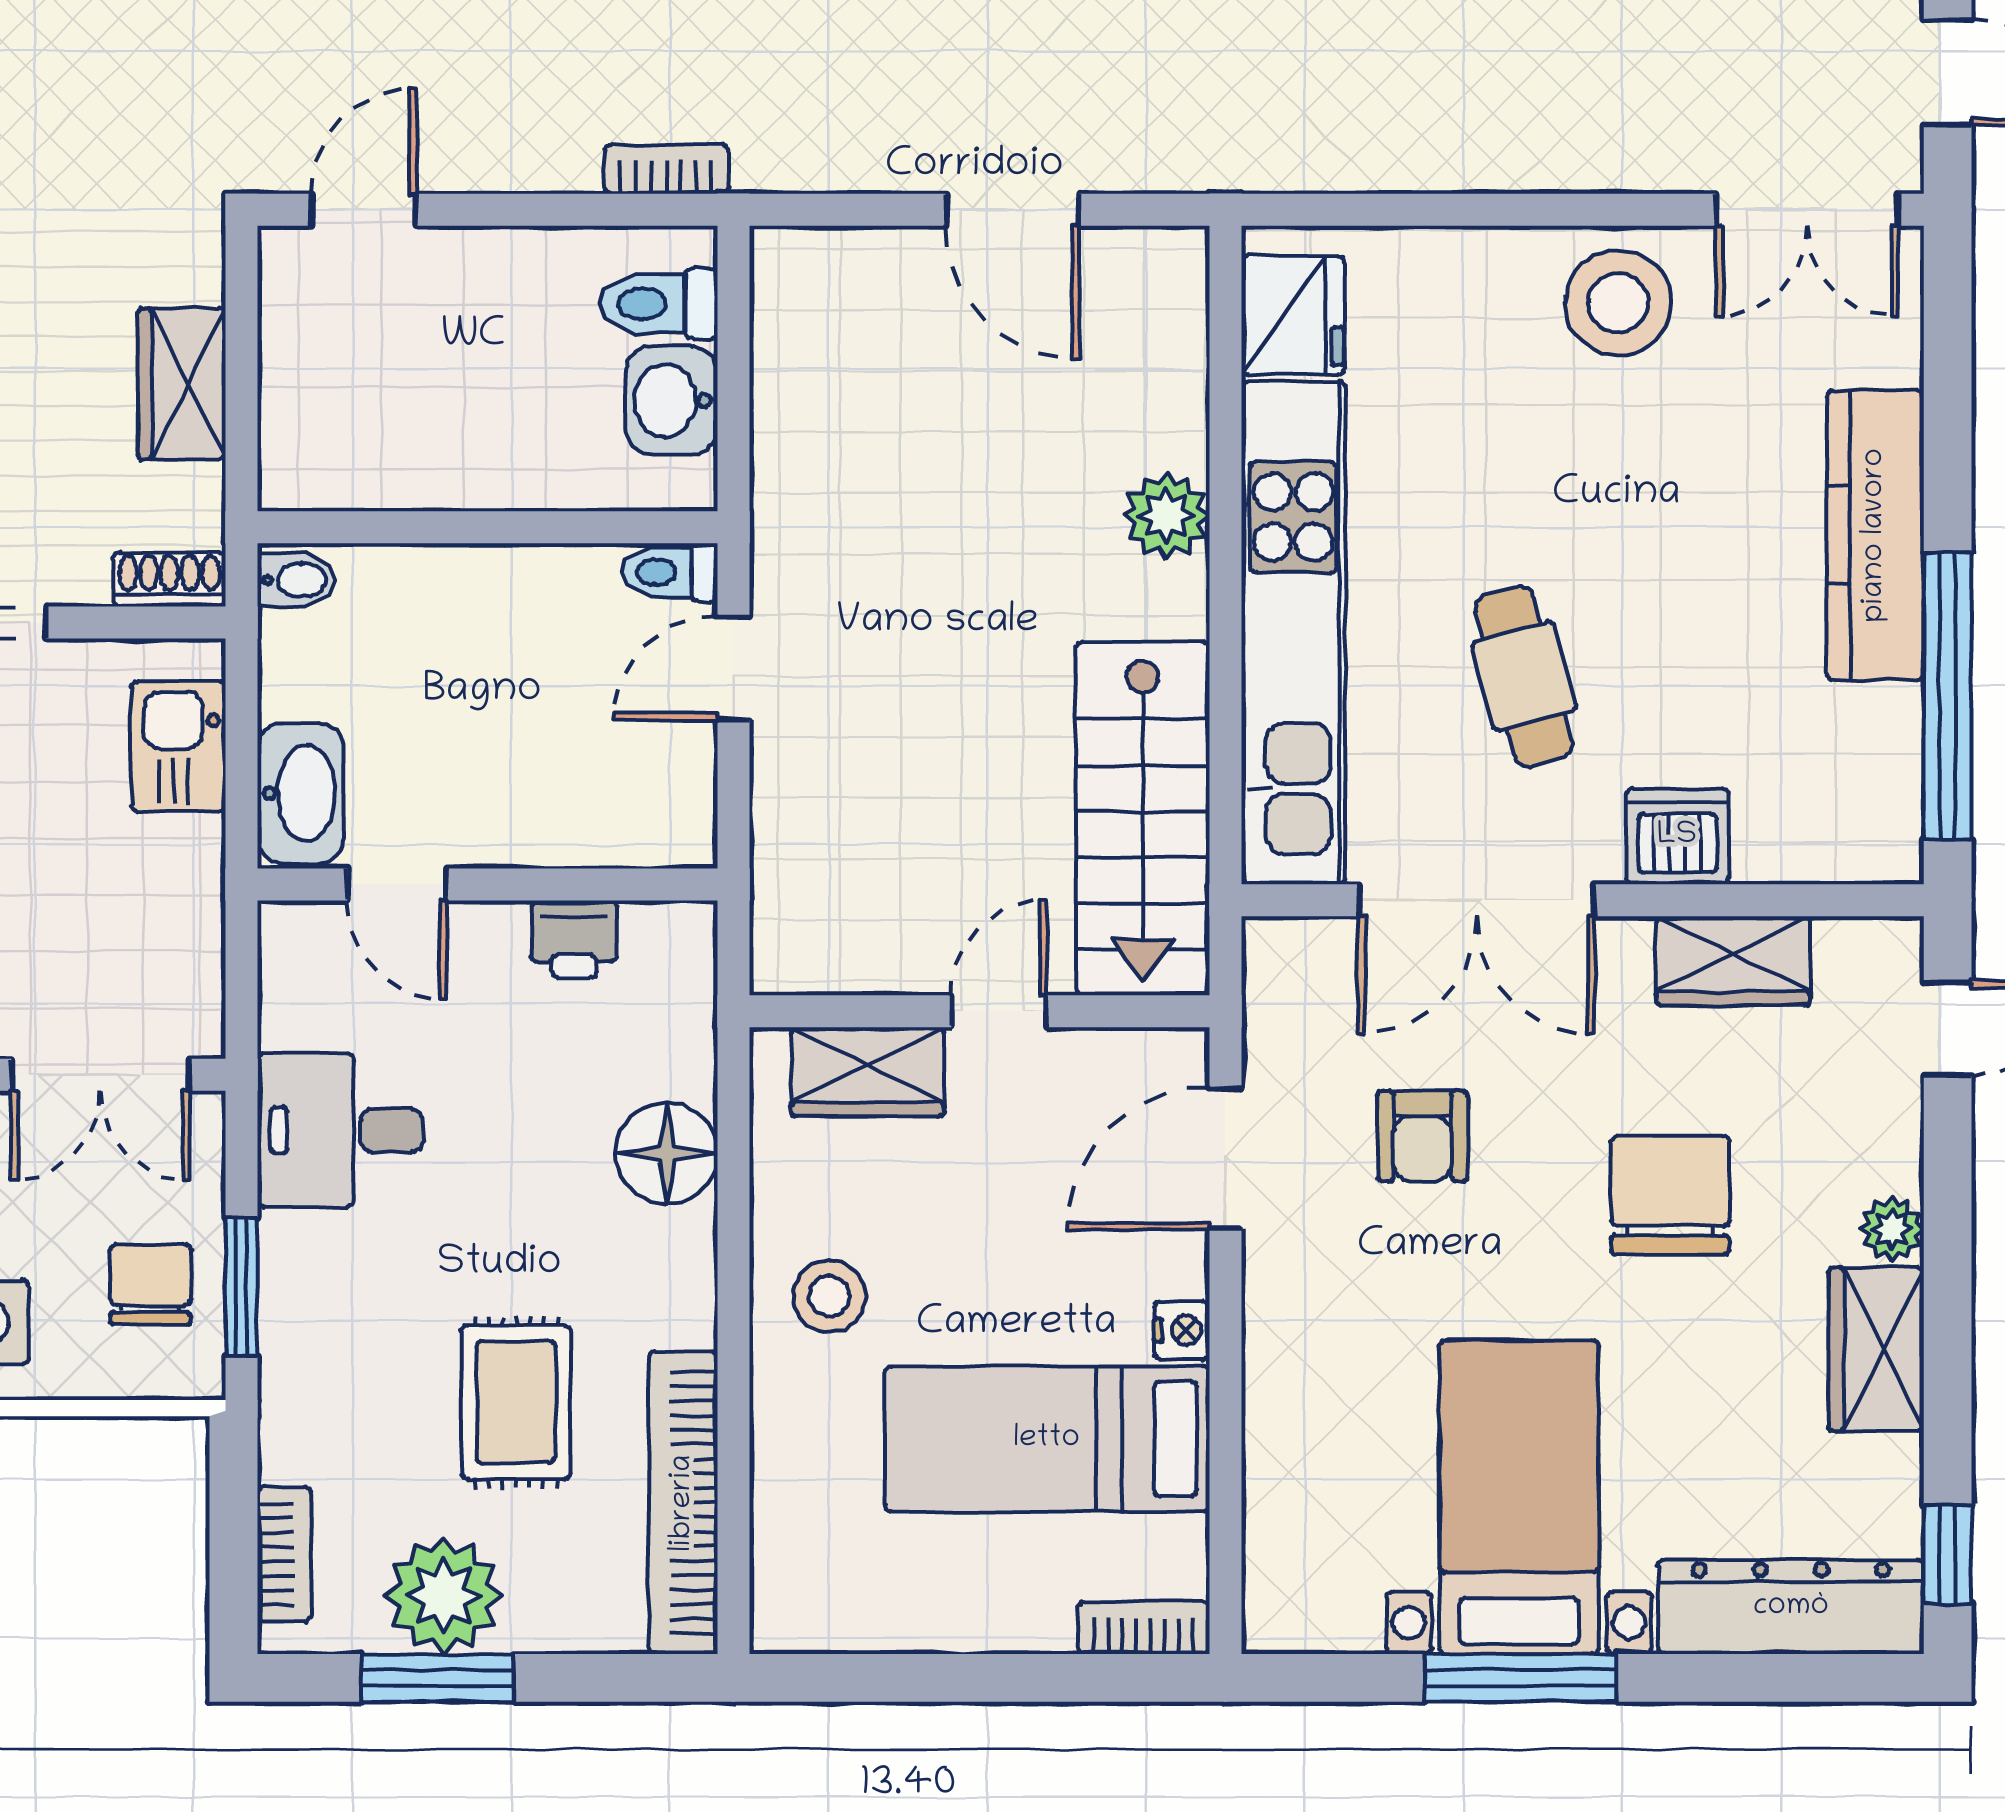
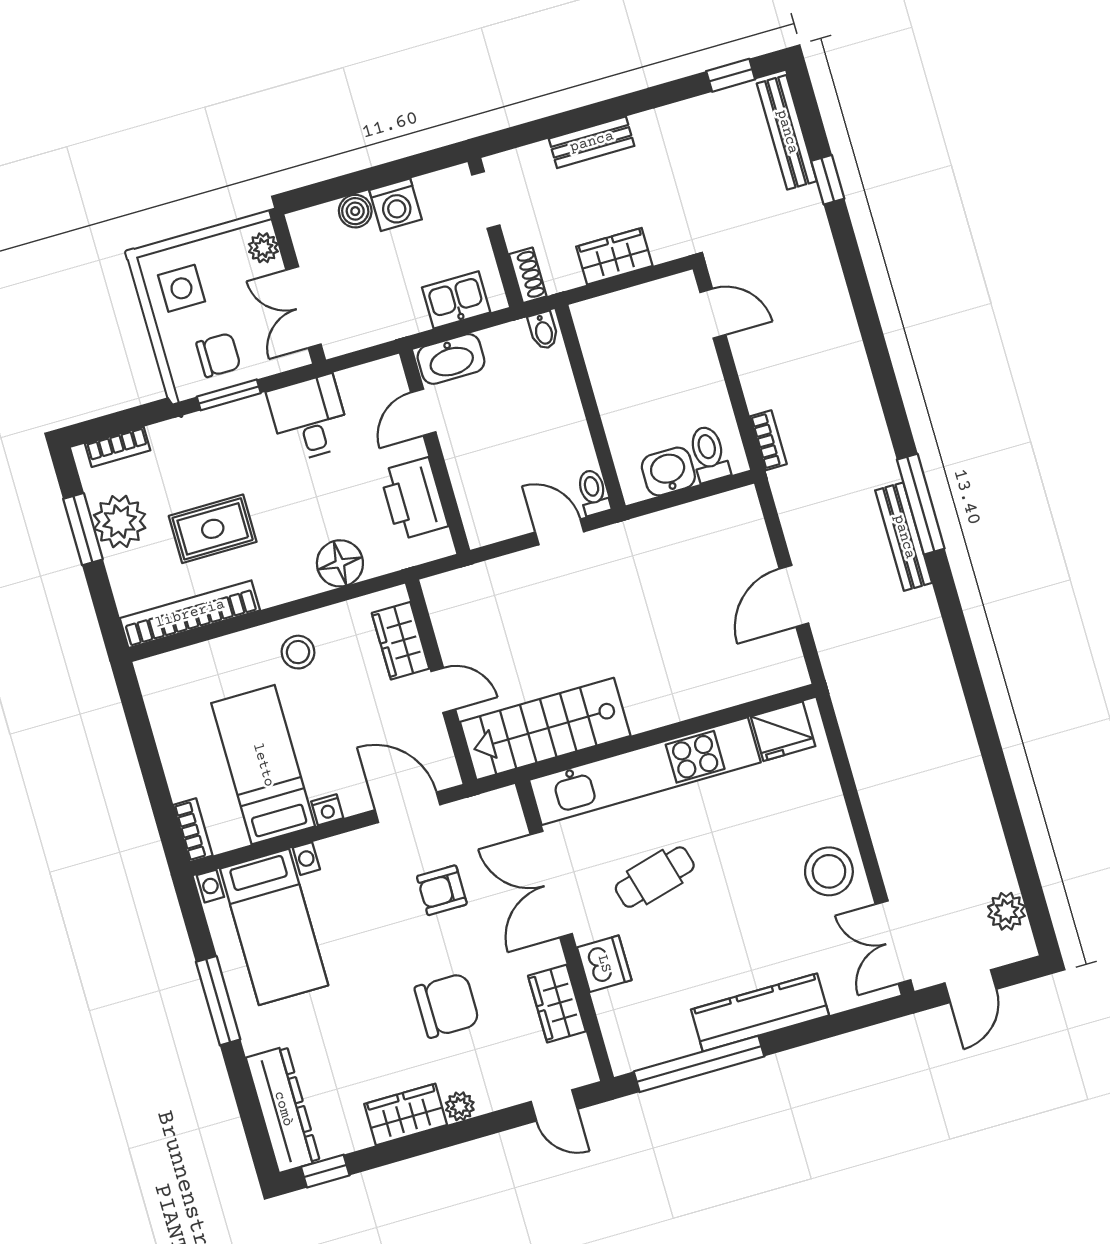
plant: (1166, 516) -> (680, 701), removed
printer: (574, 939) -> (414, 499), width x1.87, depth x1.48
bed with nightstands: (1519, 1497) -> (274, 927), moved, turned 90

